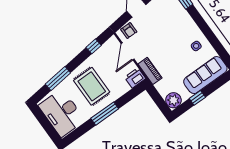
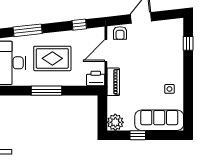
rug: (92, 86) -> (52, 58), turned 90

